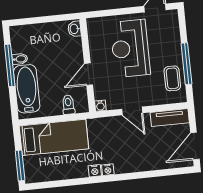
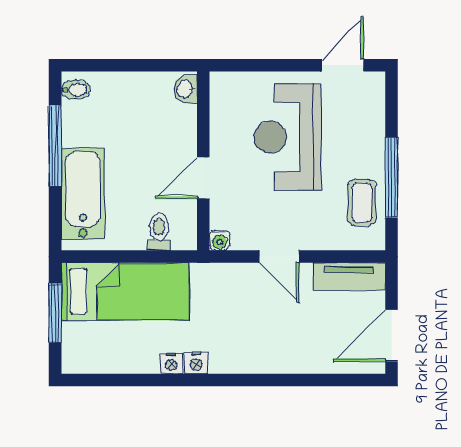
bidet: (20, 59) -> (76, 90), moved
window: (20, 166) -> (55, 313), moved
nightstand: (108, 170) -> (171, 363), moved

